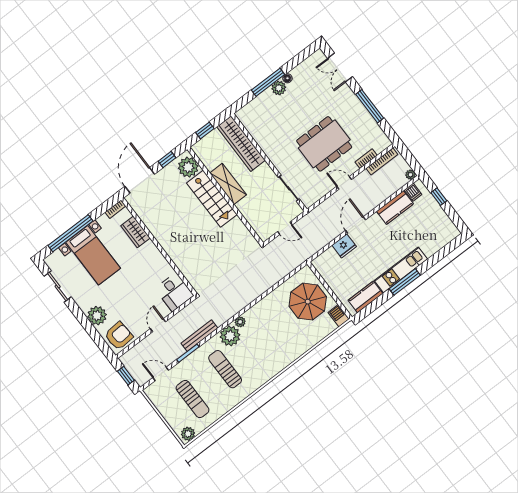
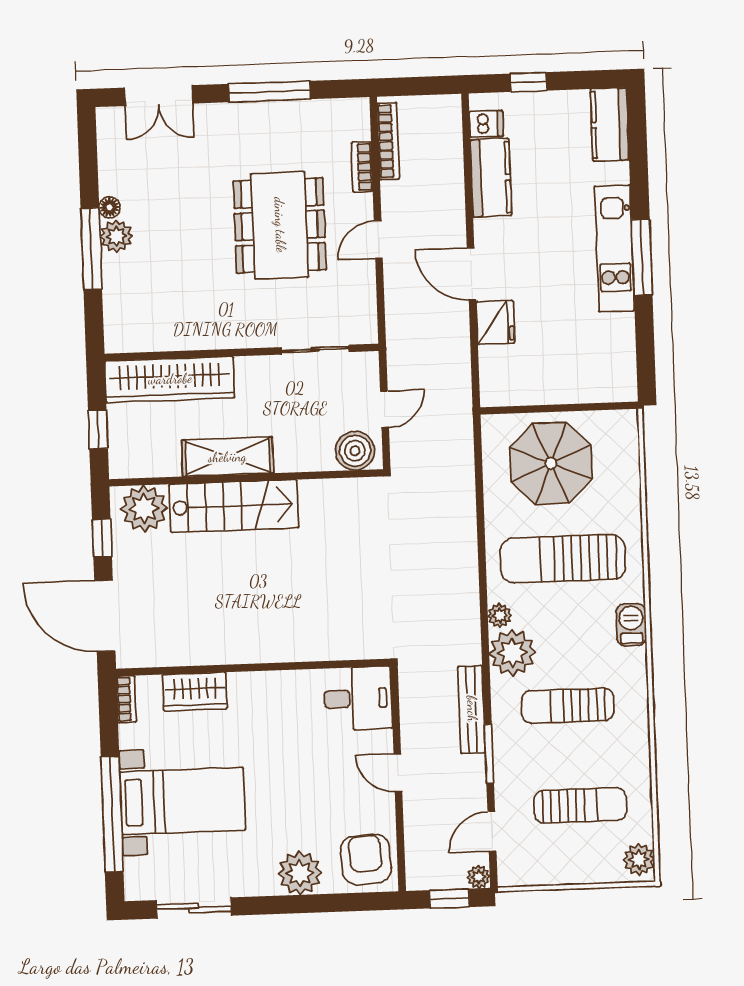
plant: (411, 175) -> (478, 877), moved
boiler: (263, 228) -> (355, 451), added
kitchen counter: (365, 297) -> (610, 124), moved
barbecue: (339, 316) -> (631, 625), moved, turned 90
sun lounger: (277, 330) -> (563, 559), added

